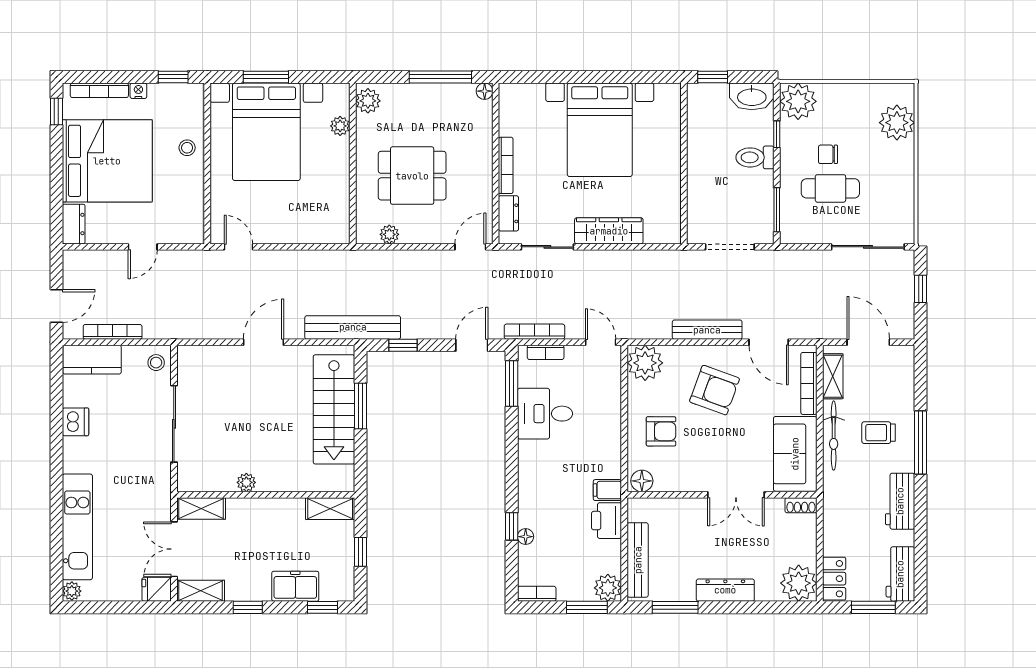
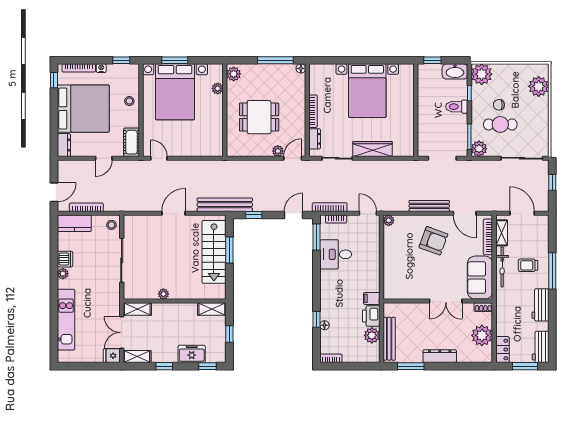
cot: (191, 219) -> (132, 142), added
plant: (793, 230) -> (479, 149), added
plant: (389, 234) -> (278, 151), moved
plant: (645, 363) -> (389, 220), width x0.53, depth x0.53
armchair: (661, 431) -> (403, 265), removed
floor lamp: (642, 481) -> (392, 293), removed
plant: (799, 583) -> (482, 335), moved
plant: (608, 588) -> (372, 335), moved
plant: (72, 591) -> (63, 274), moved
window: (587, 607) -> (360, 366), removed

